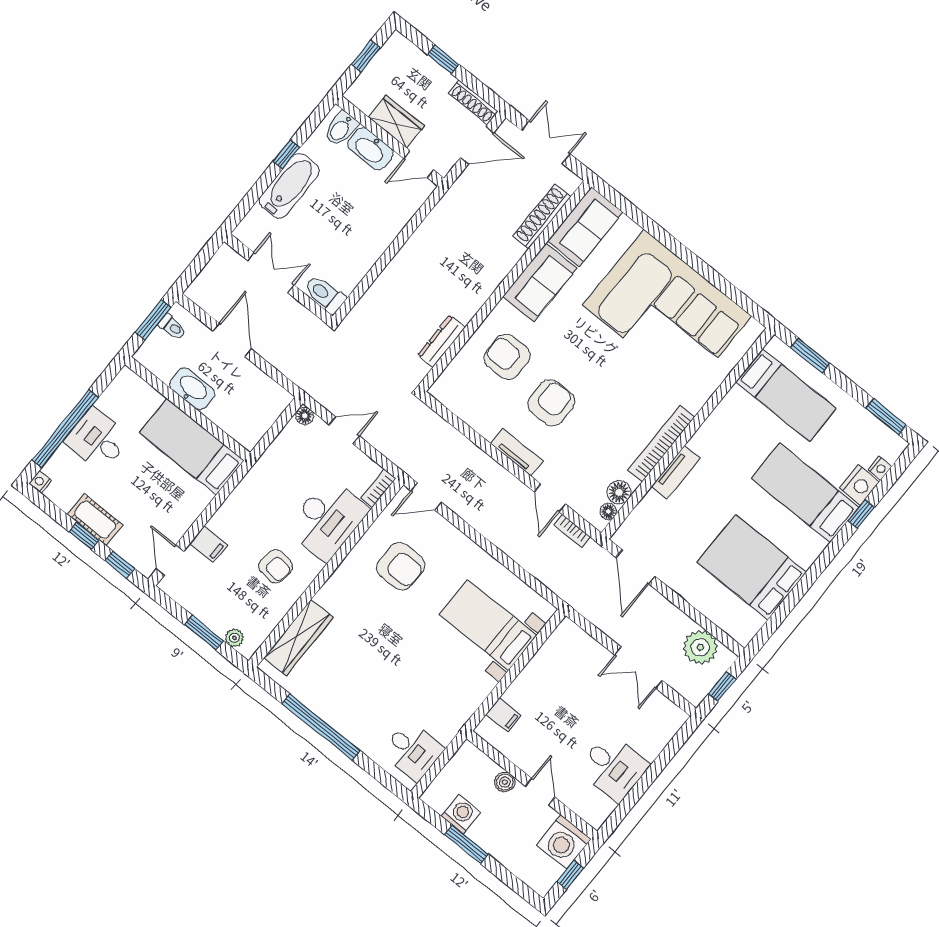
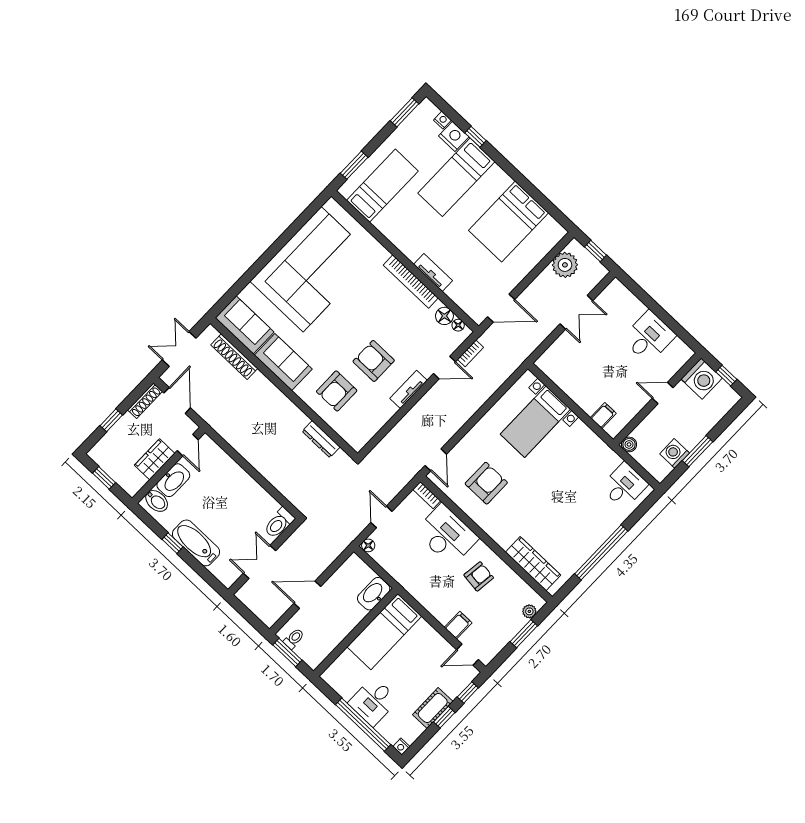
washbasin: (192, 389) -> (374, 594), moved
boiler: (505, 782) -> (629, 444), moved

